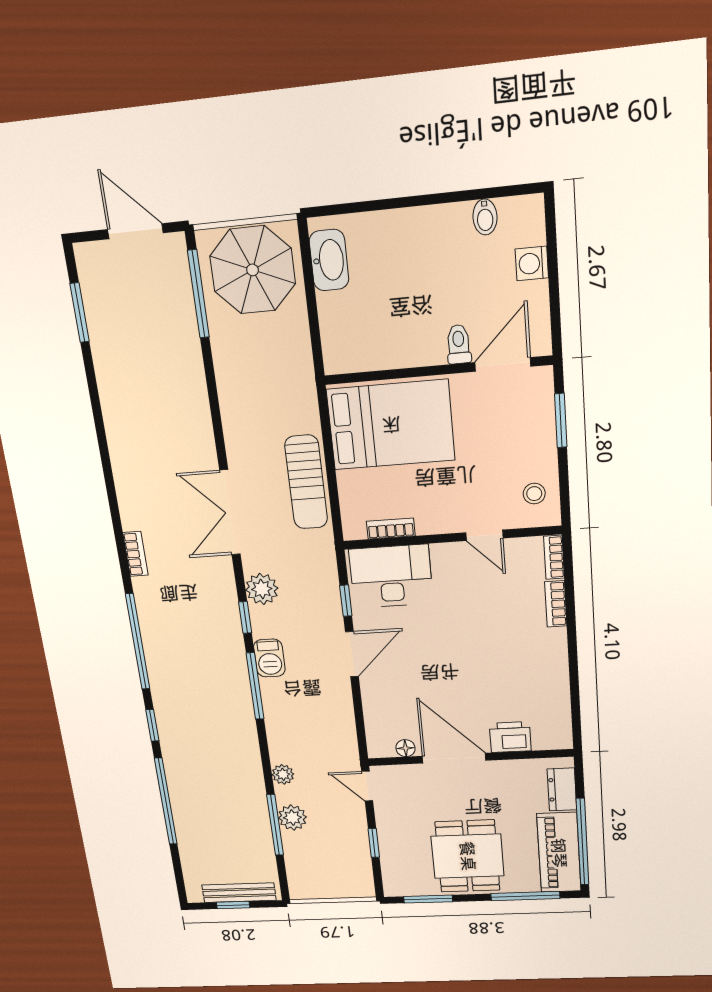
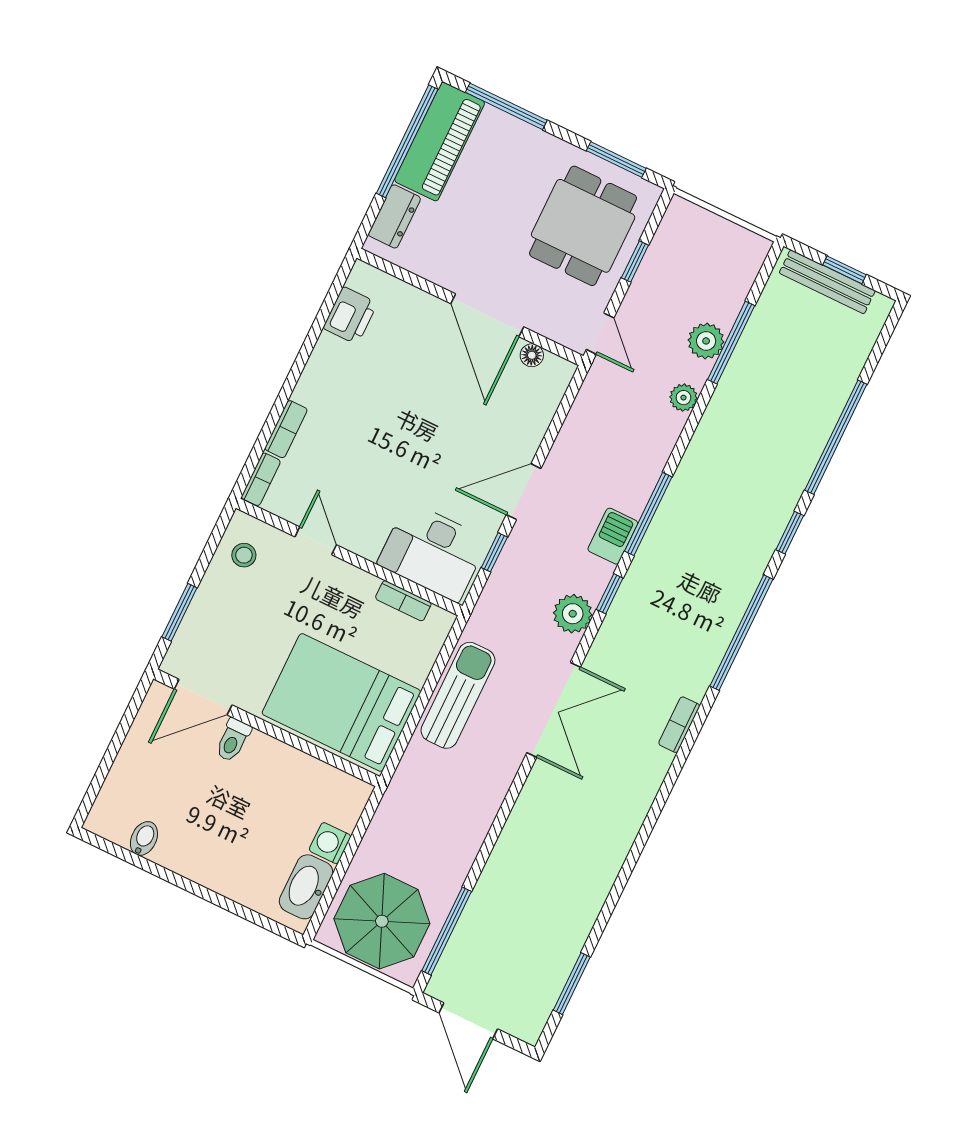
washing machine: (532, 263) -> (330, 843), moved, turned 180
printer: (510, 737) -> (350, 316), moved, turned -90
dining table: (468, 856) -> (583, 226), moved

